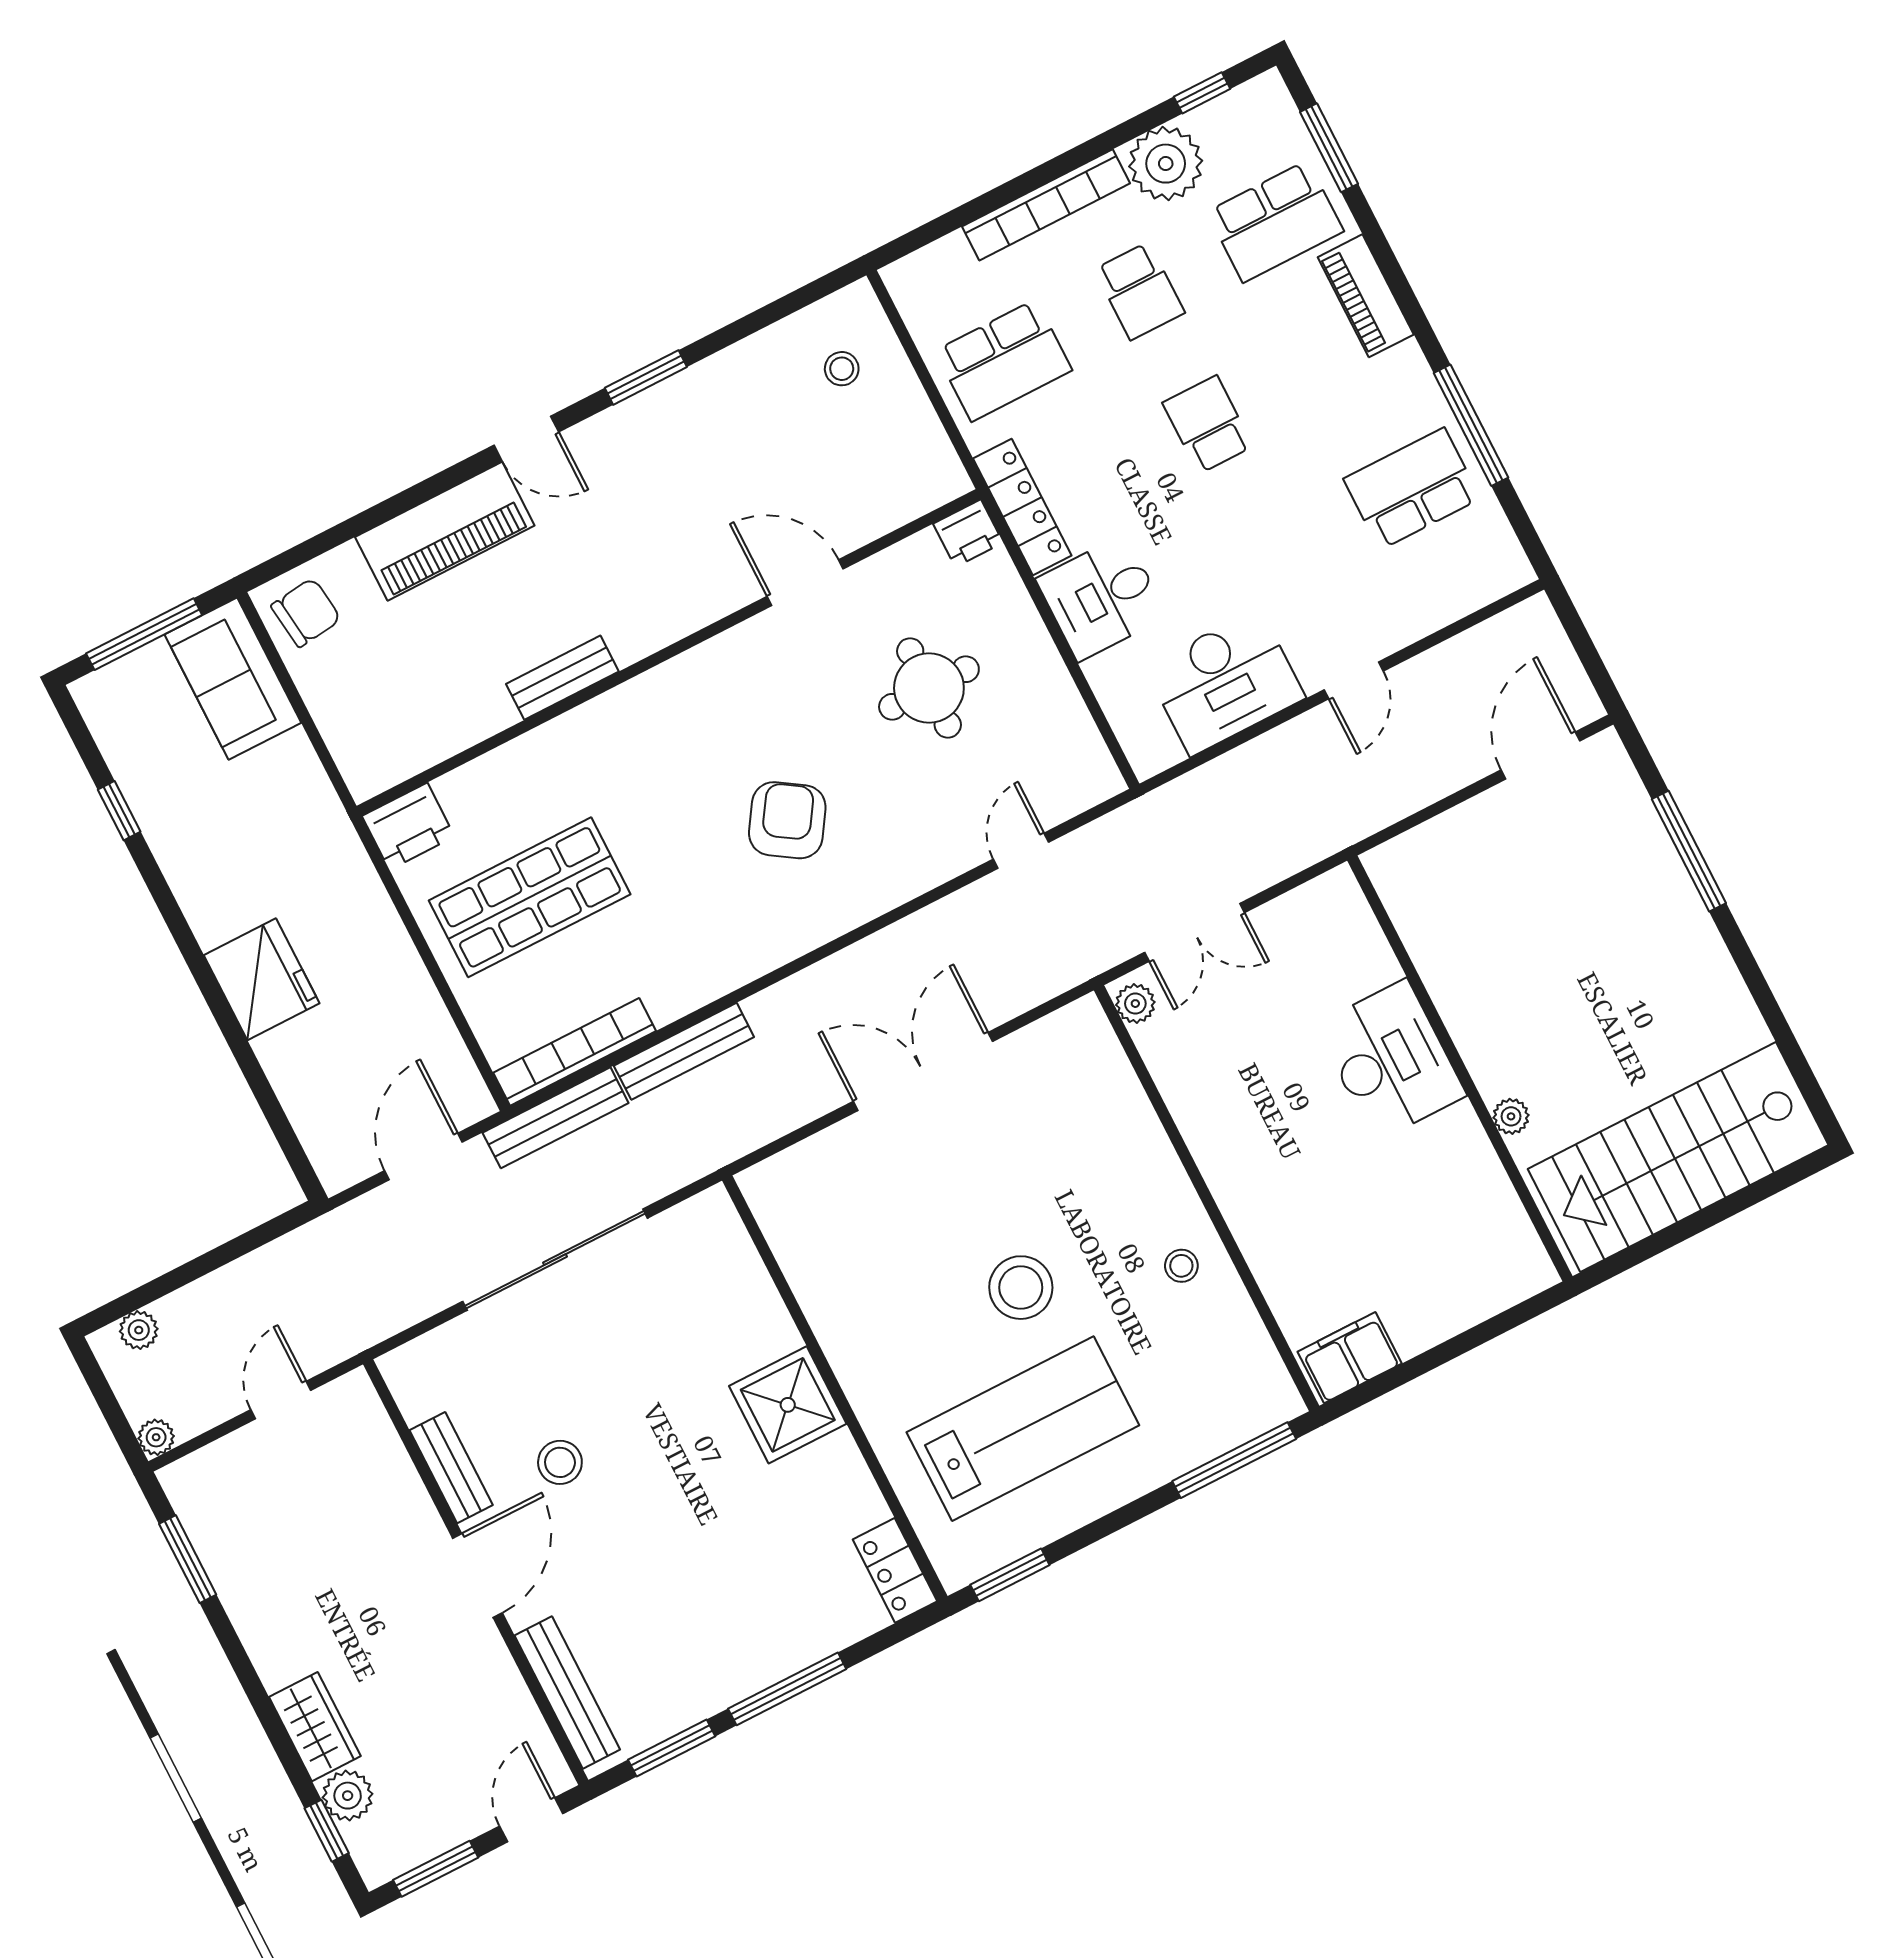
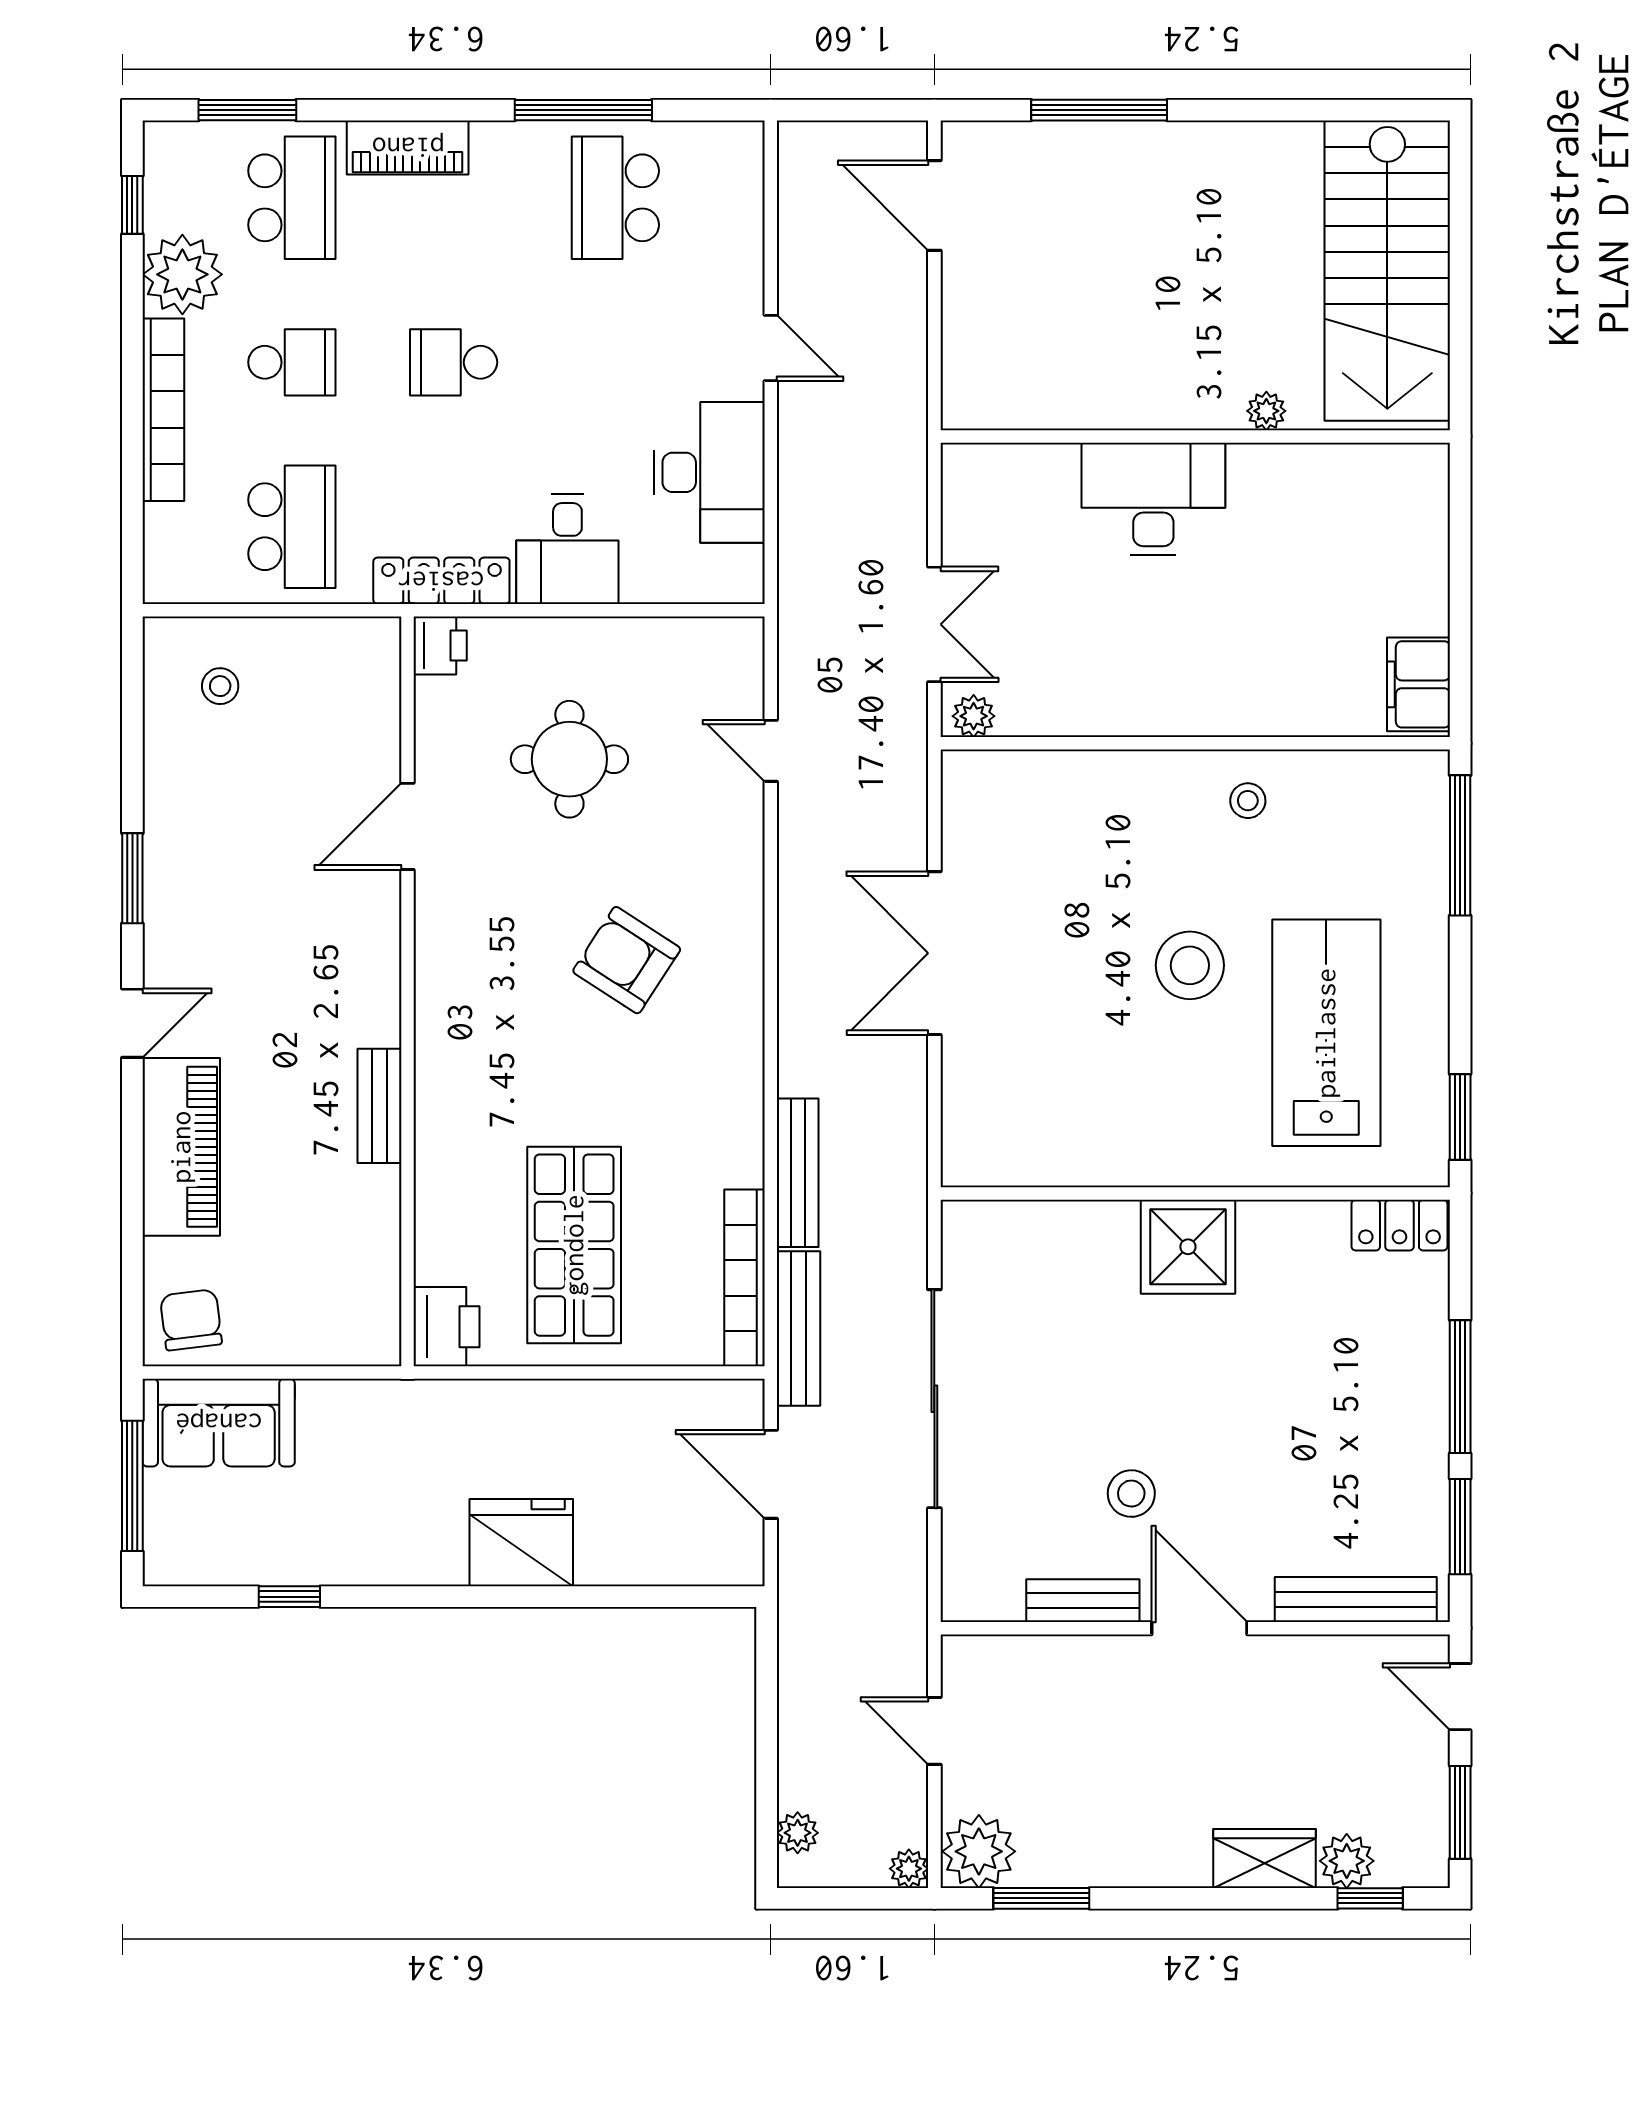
plant: (200, 1488) -> (979, 1851), added

